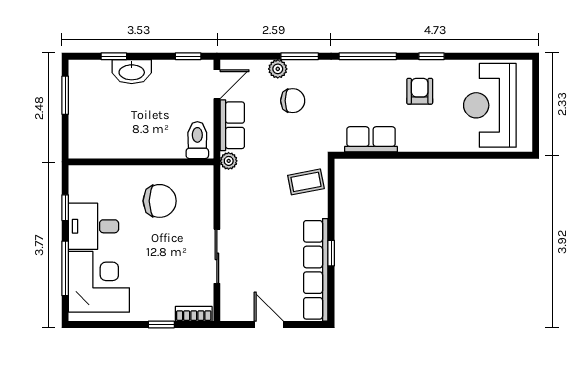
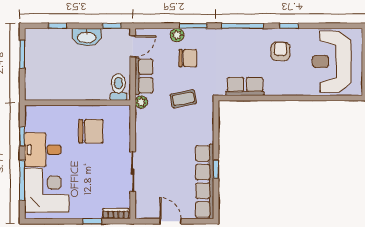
washbasin: (132, 72) -> (87, 37), moved
coffee table: (306, 182) -> (183, 99), moved

